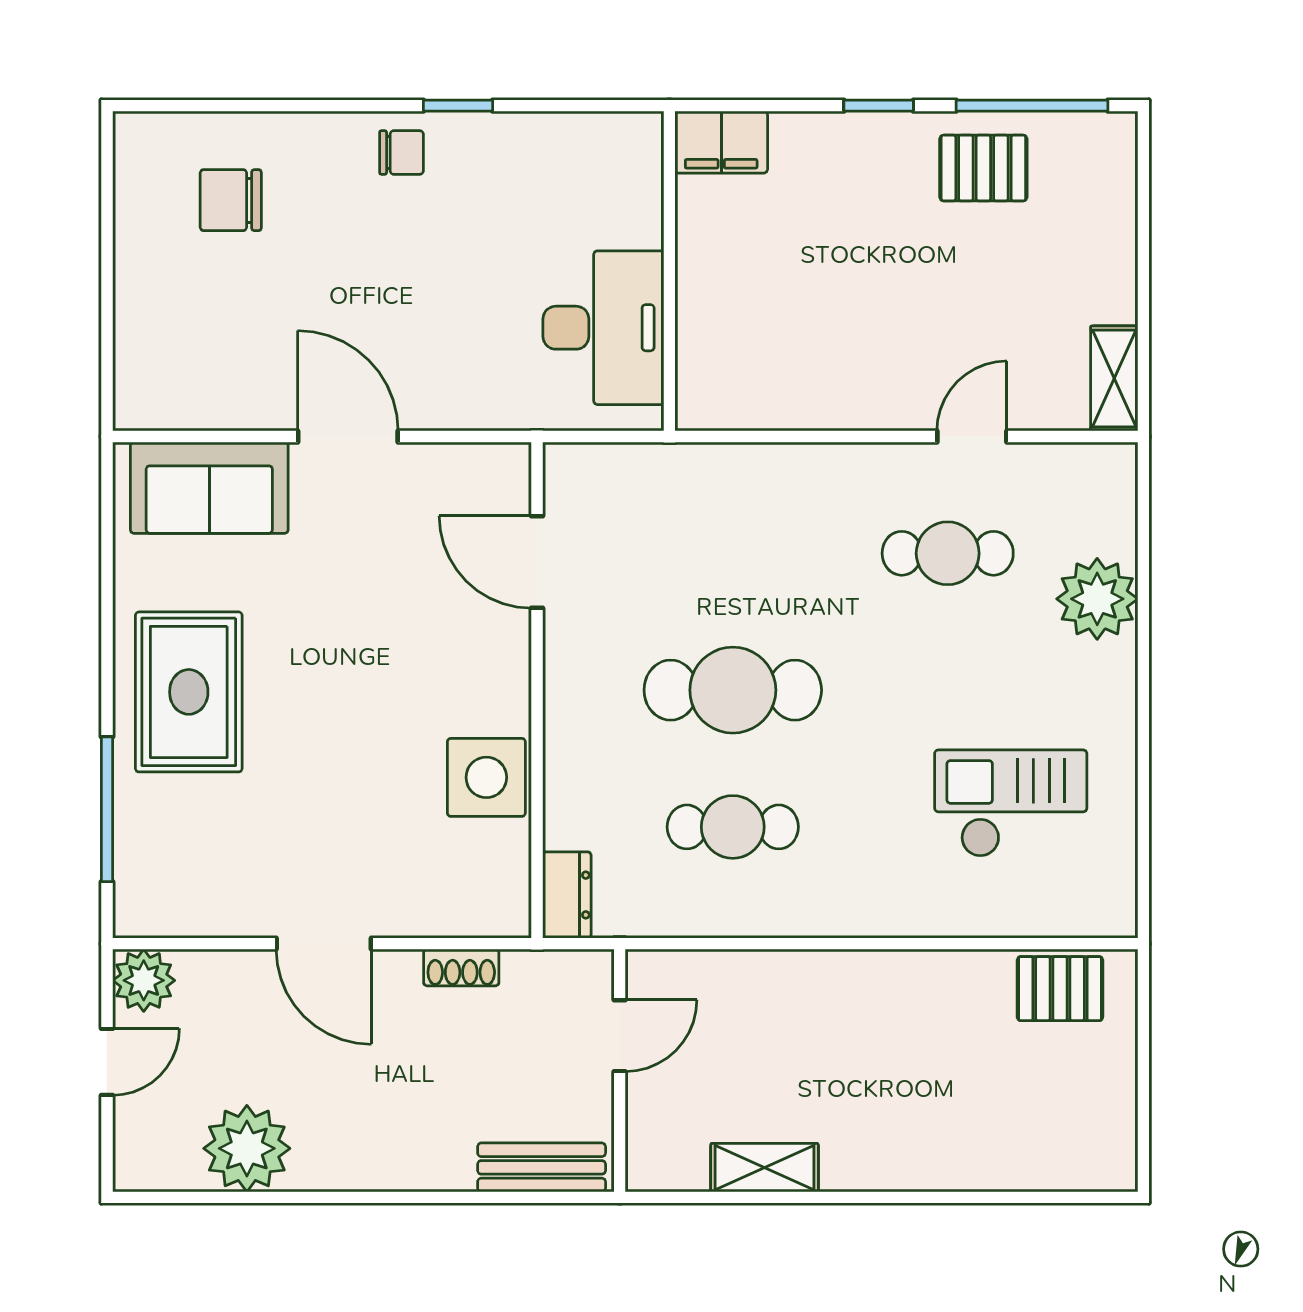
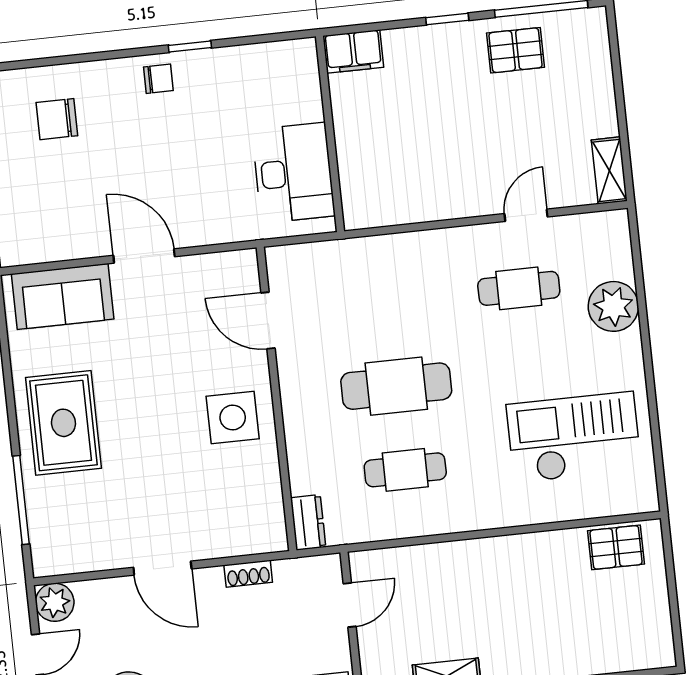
side table: (486, 777) -> (233, 417), moved
checkout: (1011, 803) -> (574, 437), width x1.36, depth x1.21

